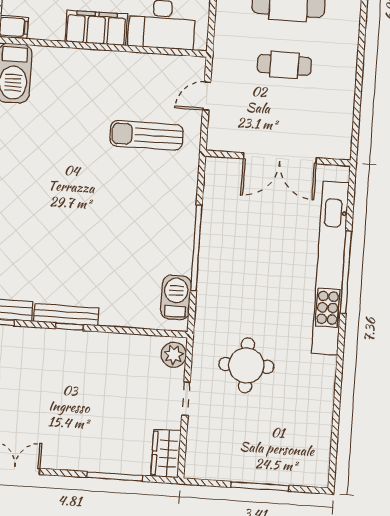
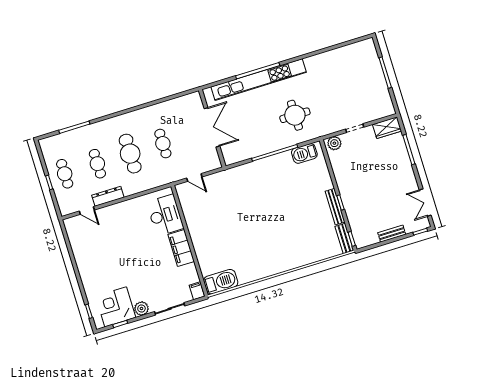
sun lounger: (147, 135) -> (226, 201), removed
round table: (246, 365) -> (295, 115), moved

